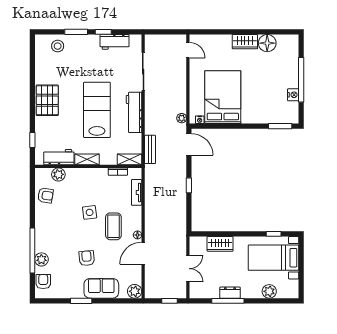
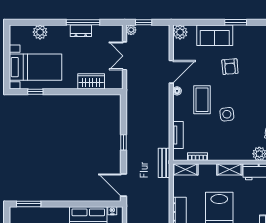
plant: (182, 118) -> (131, 30), moved
bench: (150, 149) -> (164, 163), moved

